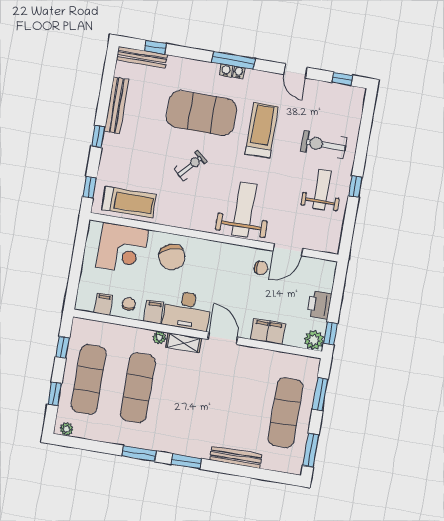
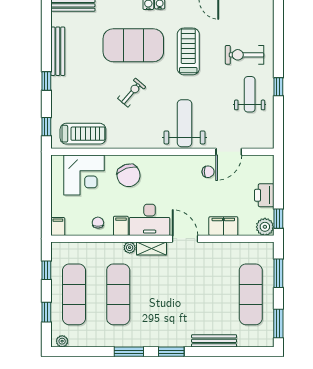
filing cabinet: (103, 304) -> (58, 227), moved

